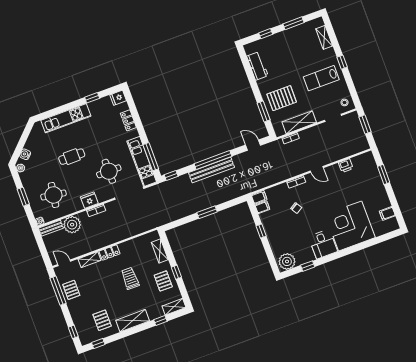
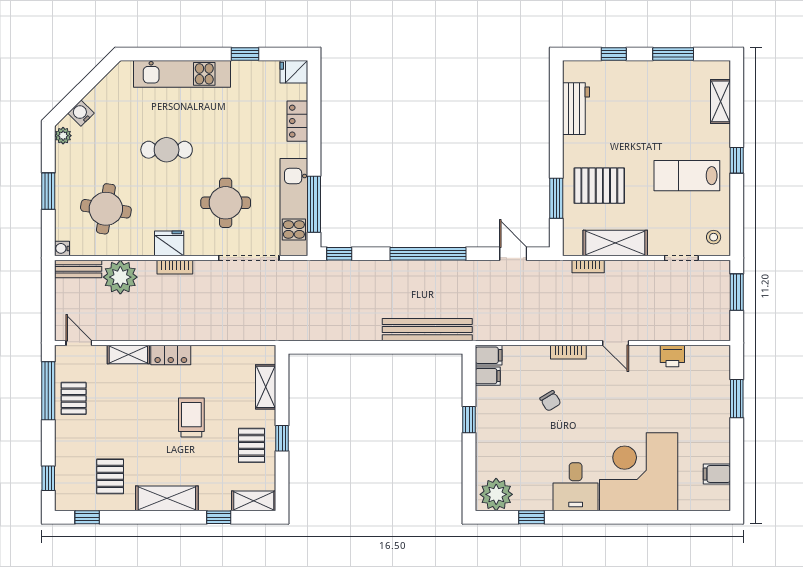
bench: (211, 170) -> (427, 330), moved
window: (207, 212) -> (381, 347), removed

